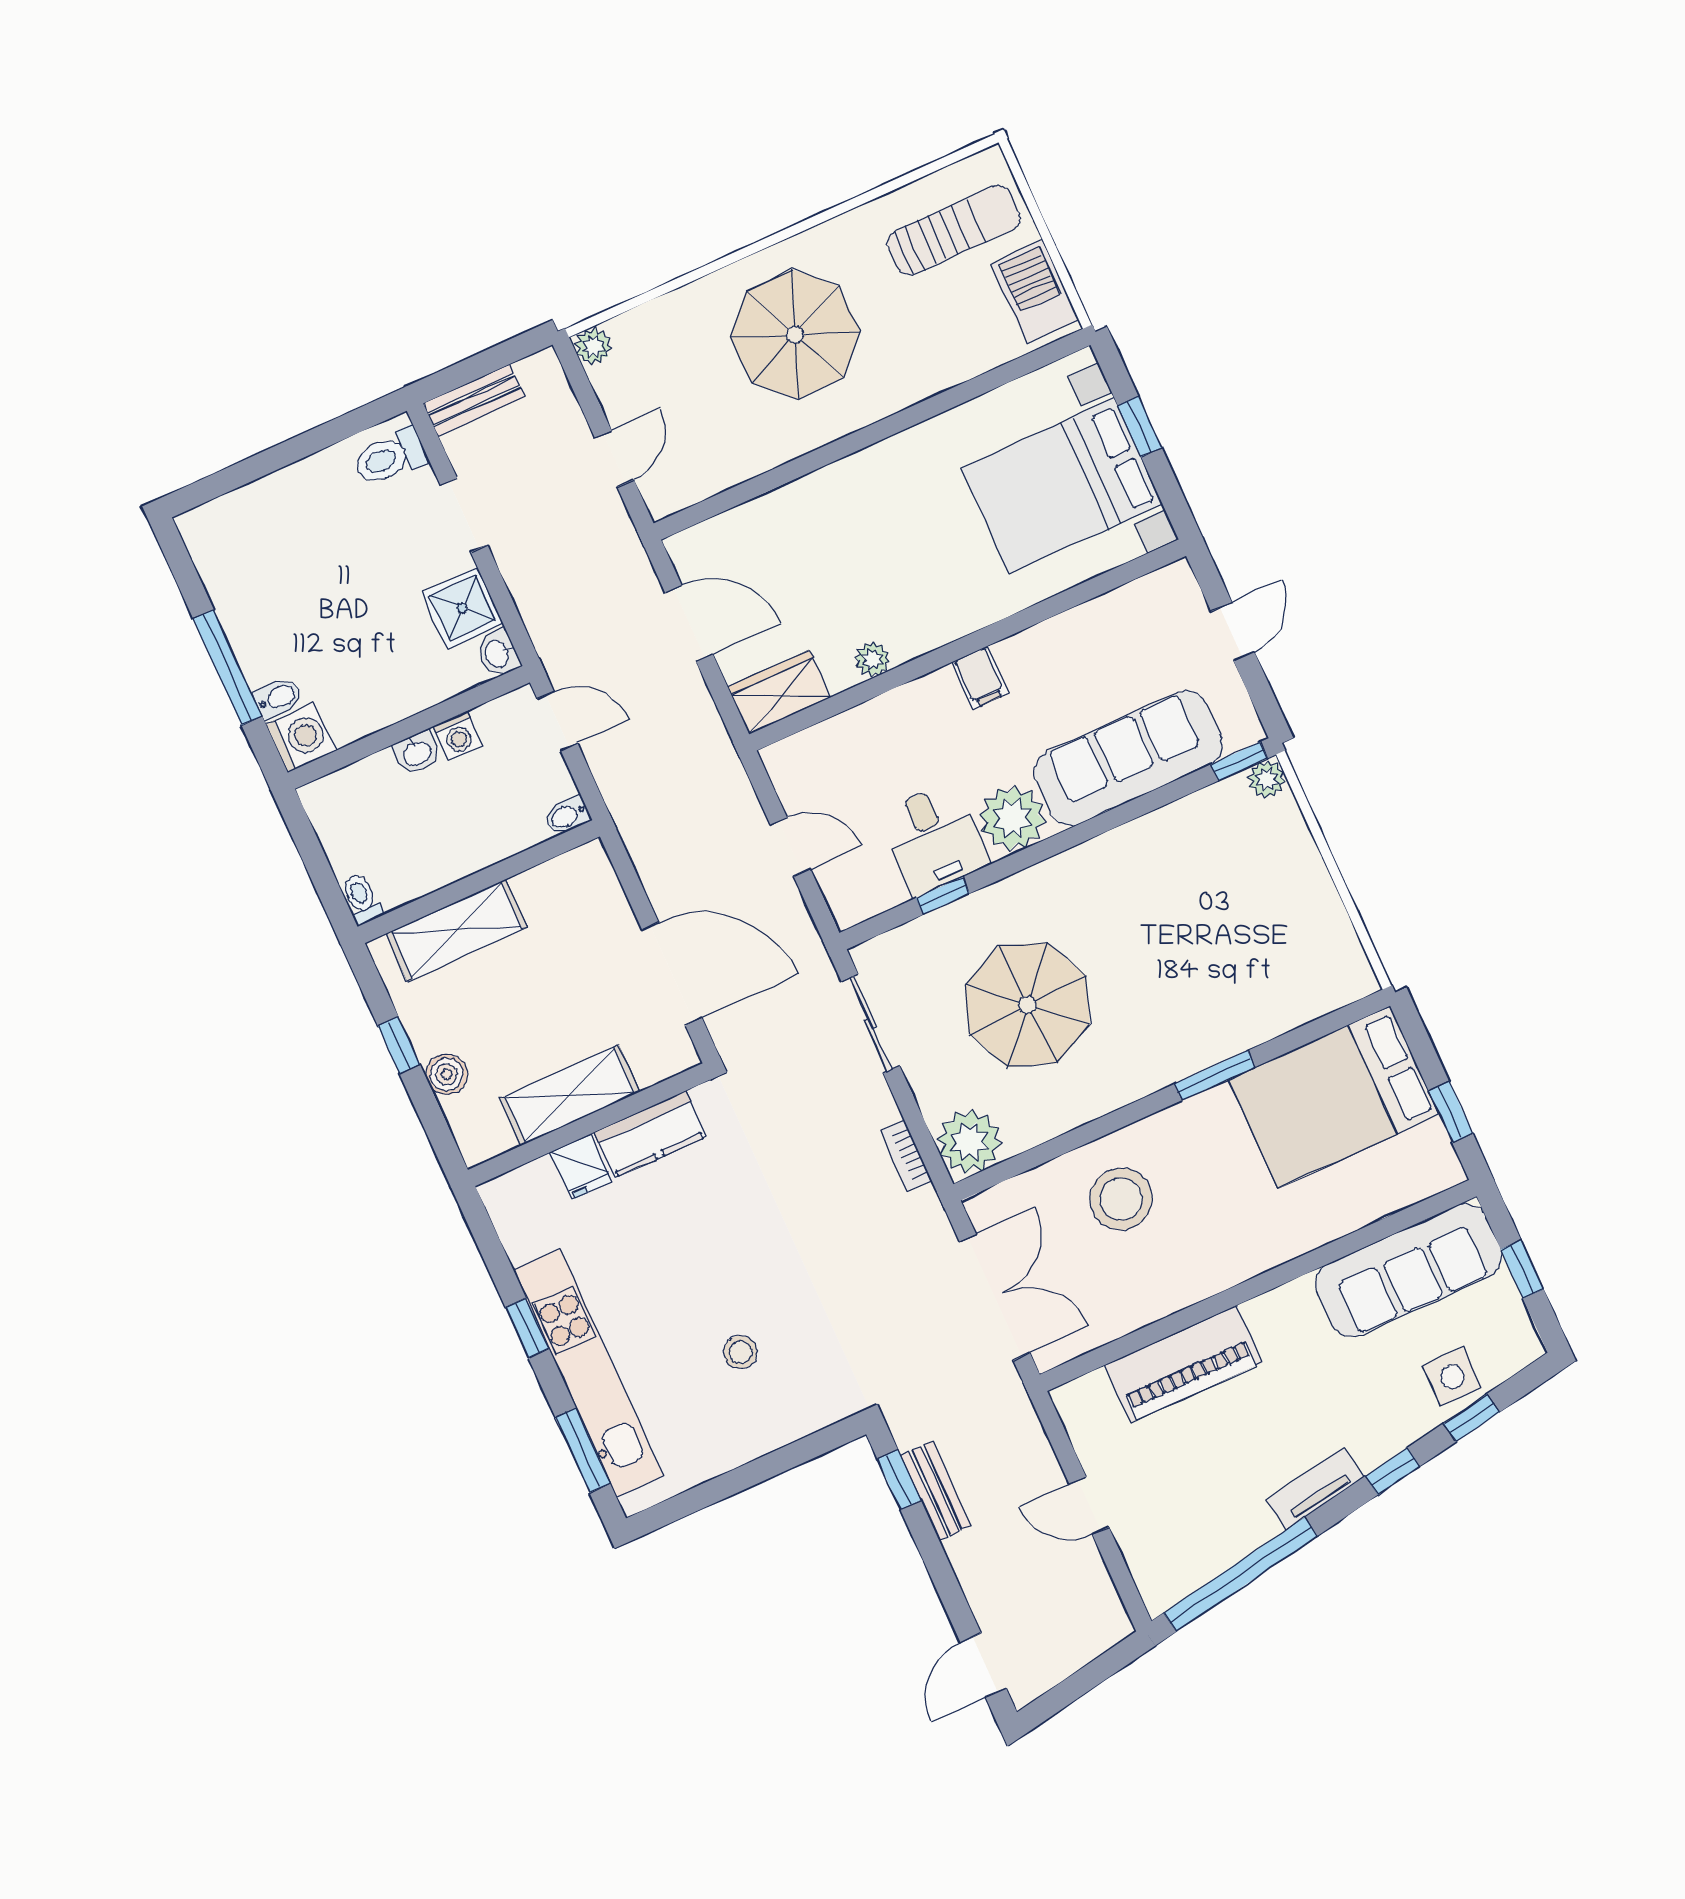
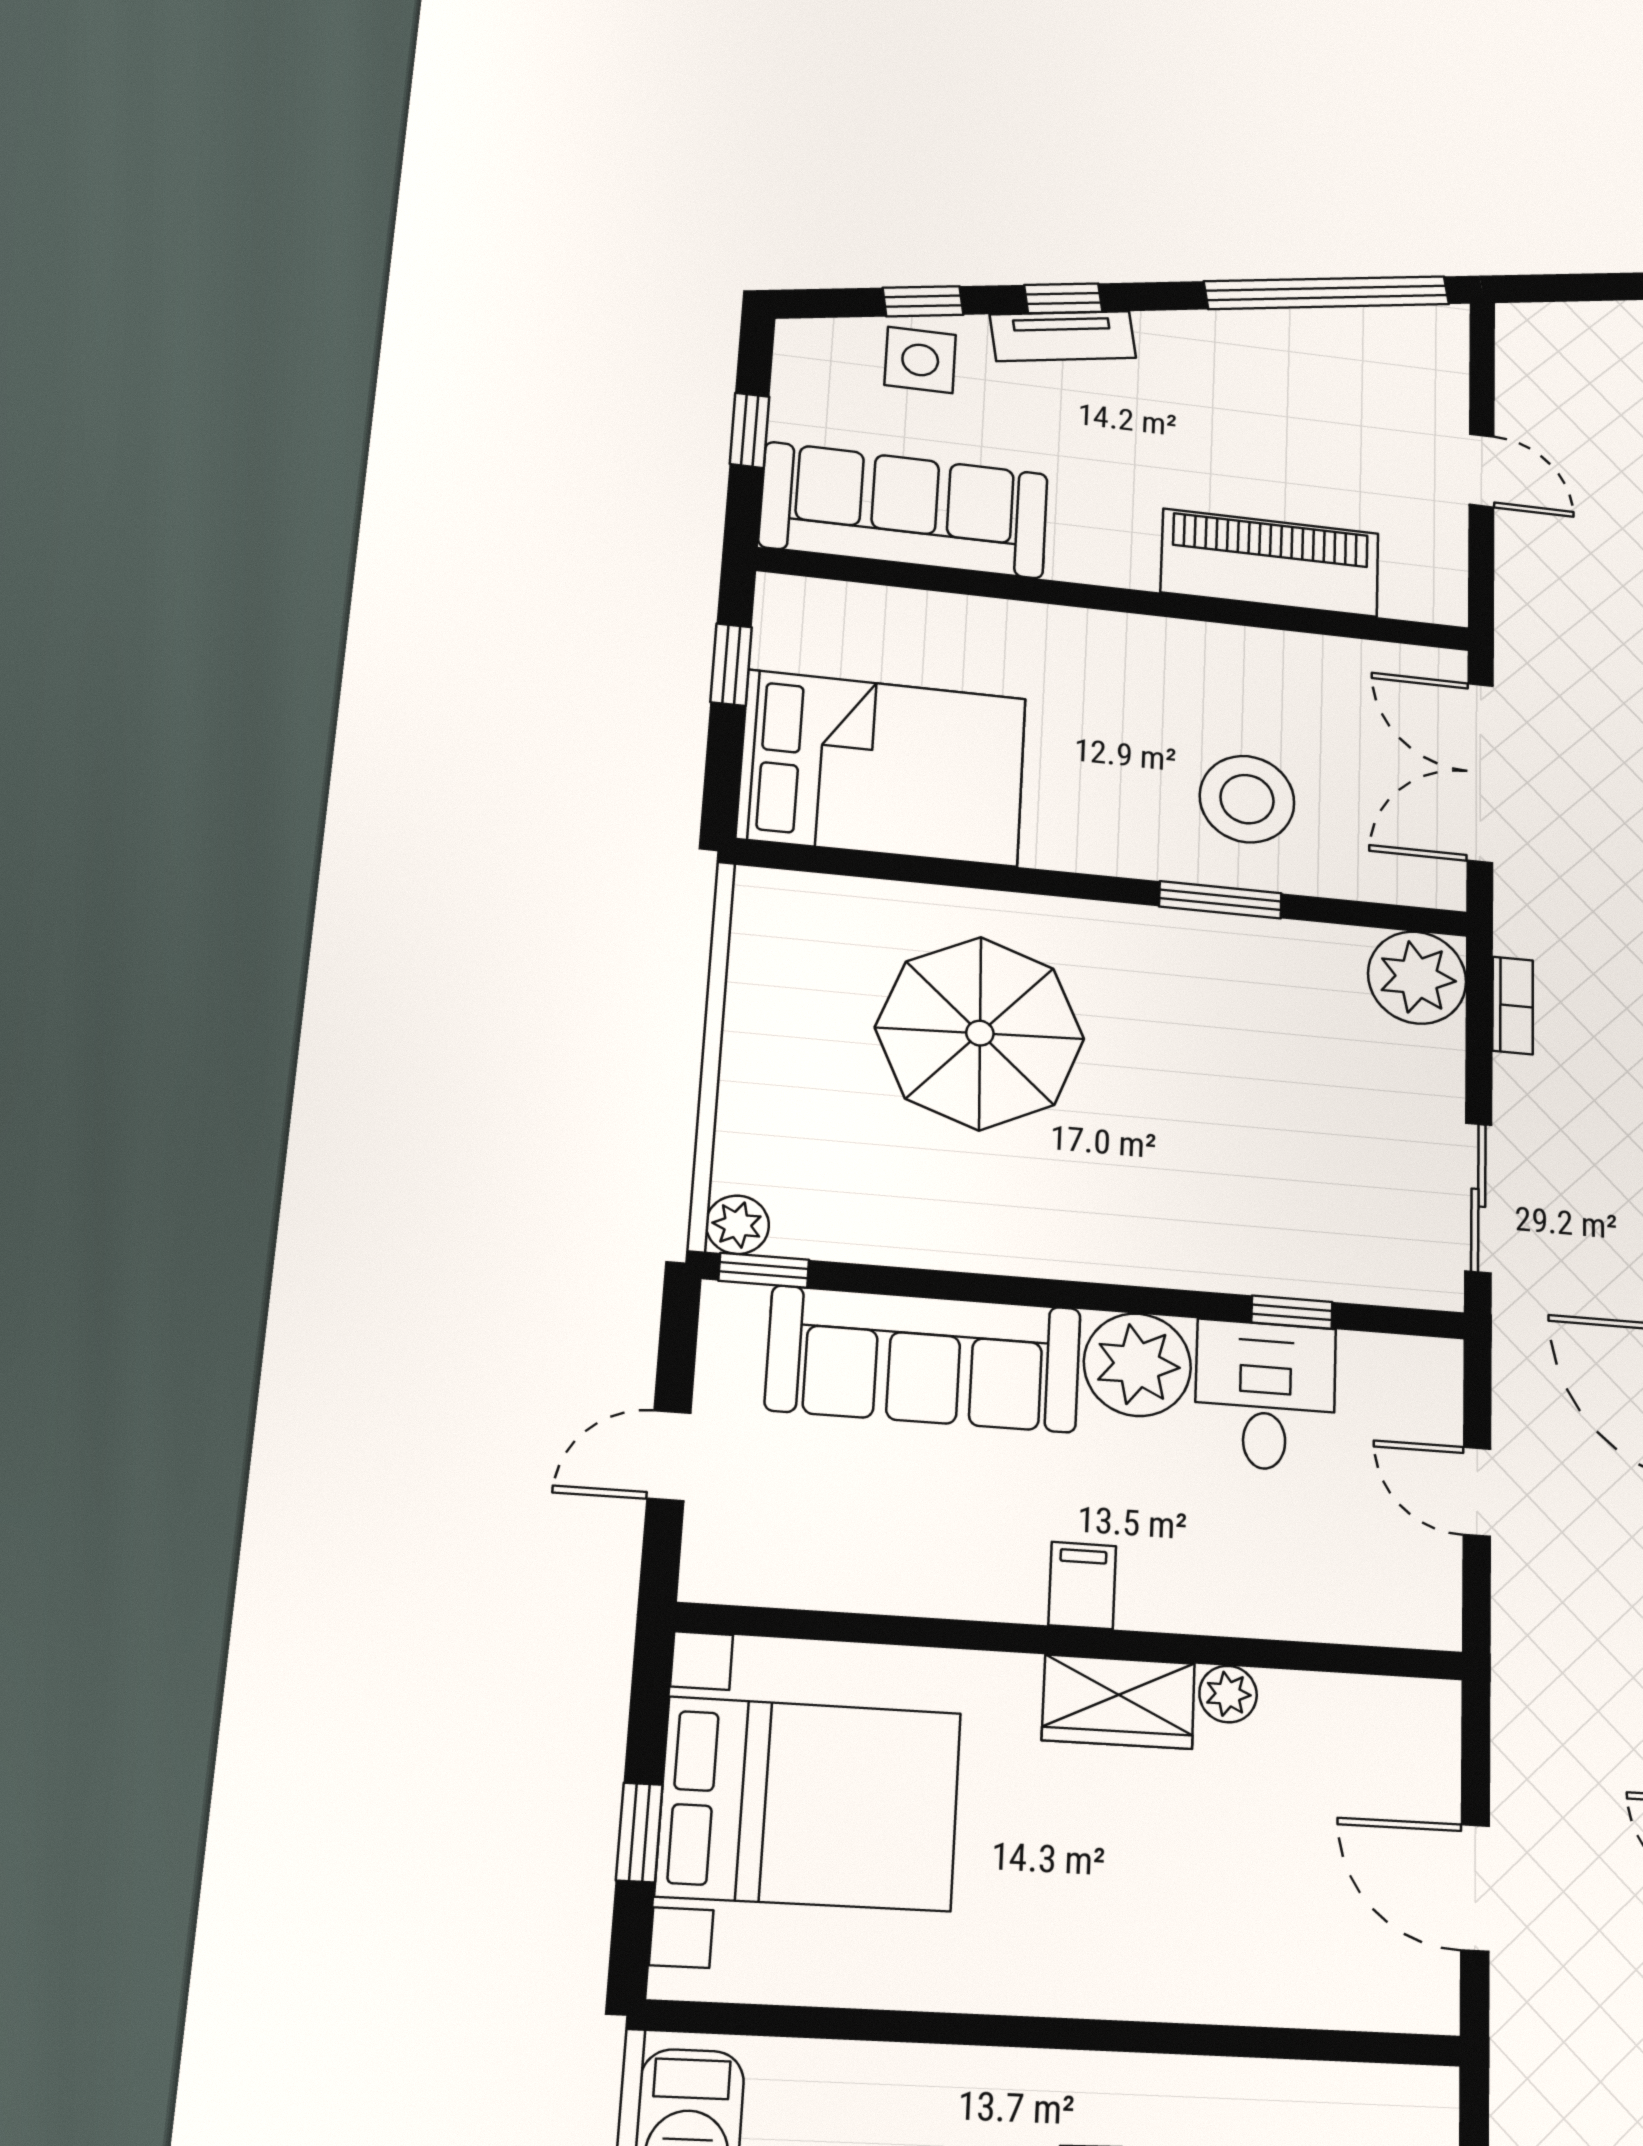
wardrobe: (779, 692) -> (1119, 1702), moved
parasol: (1027, 1005) -> (980, 1033), moved
window: (1215, 1075) -> (1220, 900), moved
tv unit: (1315, 1488) -> (1063, 336), moved

